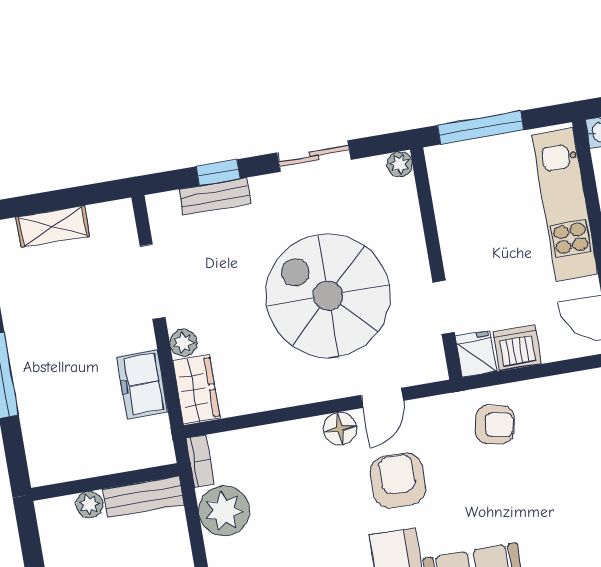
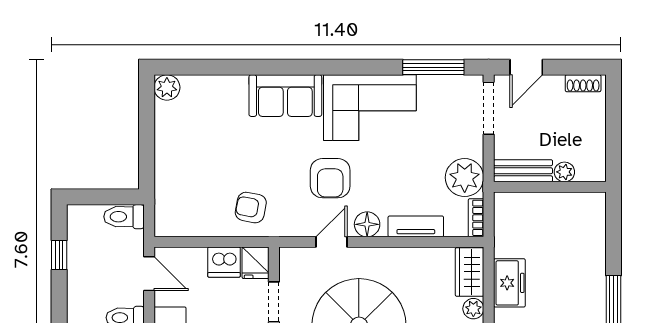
tv unit: (276, 437) -> (416, 226), added
wall: (105, 482) -> (550, 187), moved
bench: (143, 497) -> (523, 171), moved
plant: (89, 505) -> (564, 172), moved

